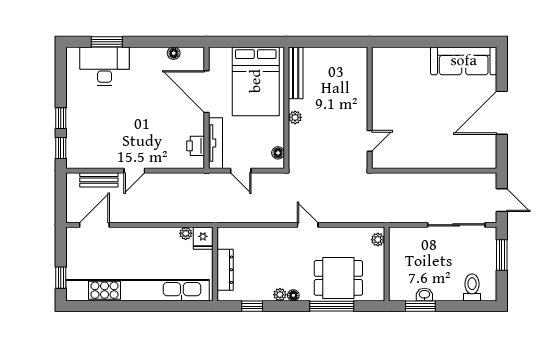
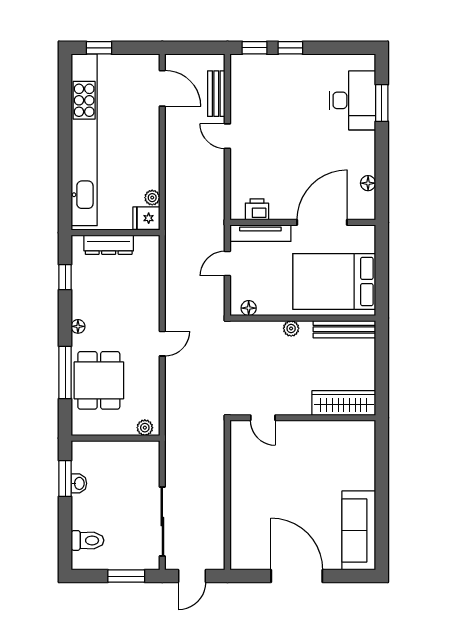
wardrobe: (357, 73) -> (344, 403), added
plant: (280, 295) -> (79, 310), removed

